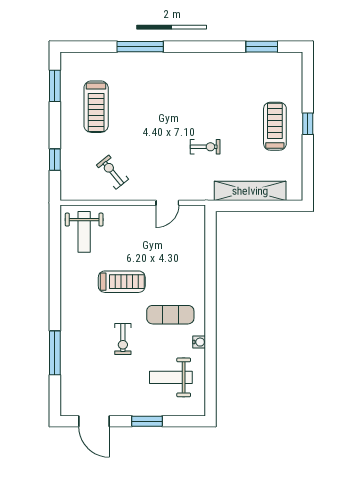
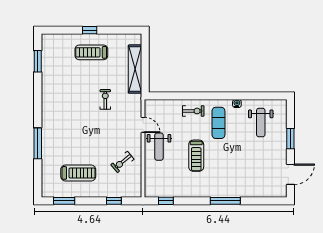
weight bench: (84, 232) -> (159, 147), moved, turned 90
window: (55, 237) -> (166, 201), added
treadmill: (122, 282) -> (196, 156), turned 180
exercise bike: (123, 339) -> (193, 111), moved
window: (55, 353) -> (225, 201), moved

